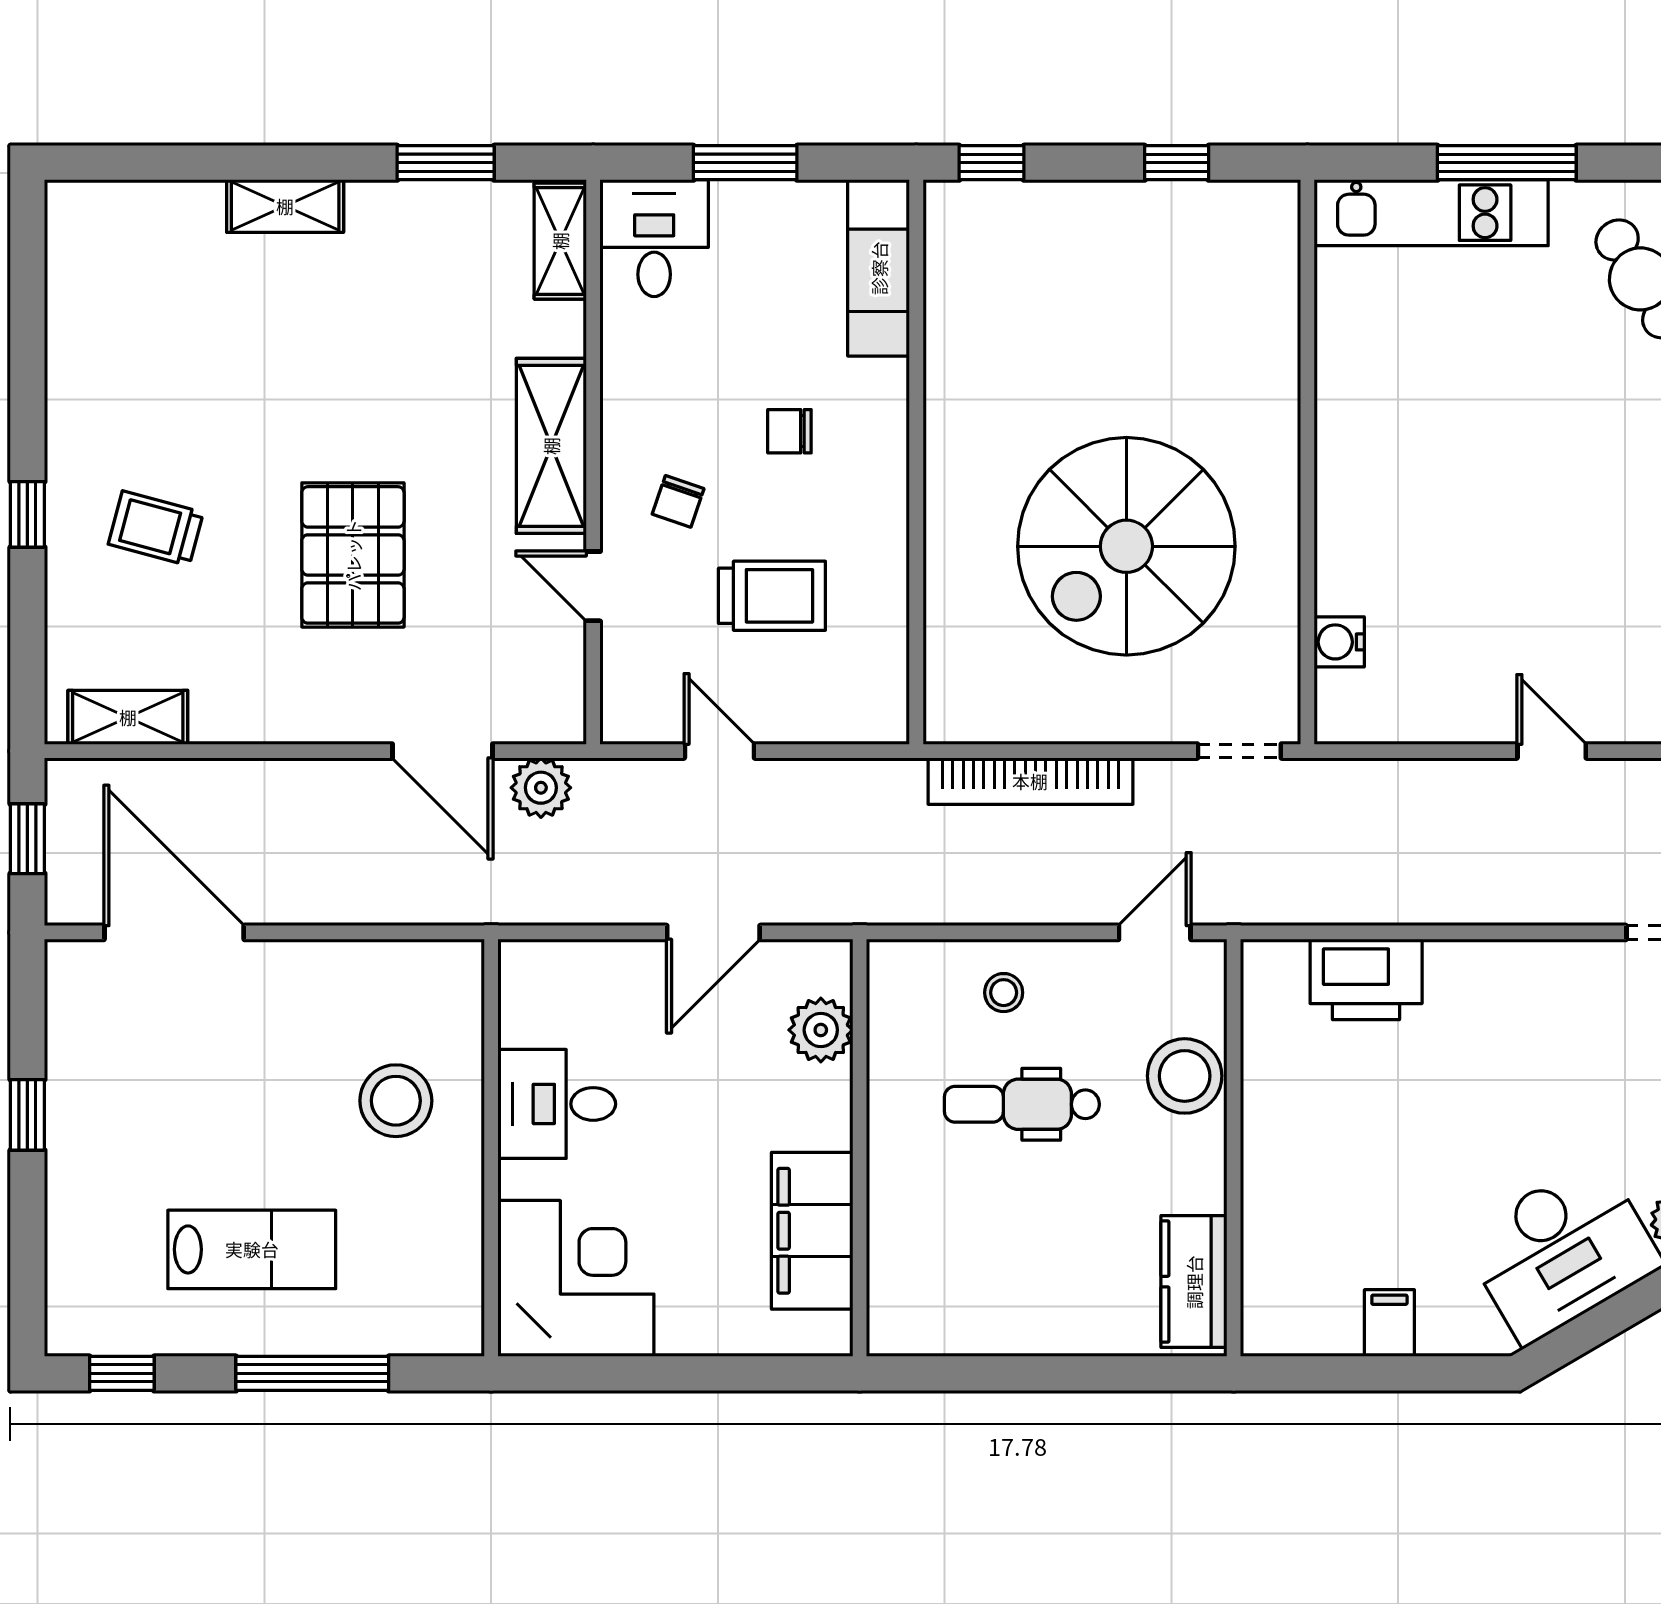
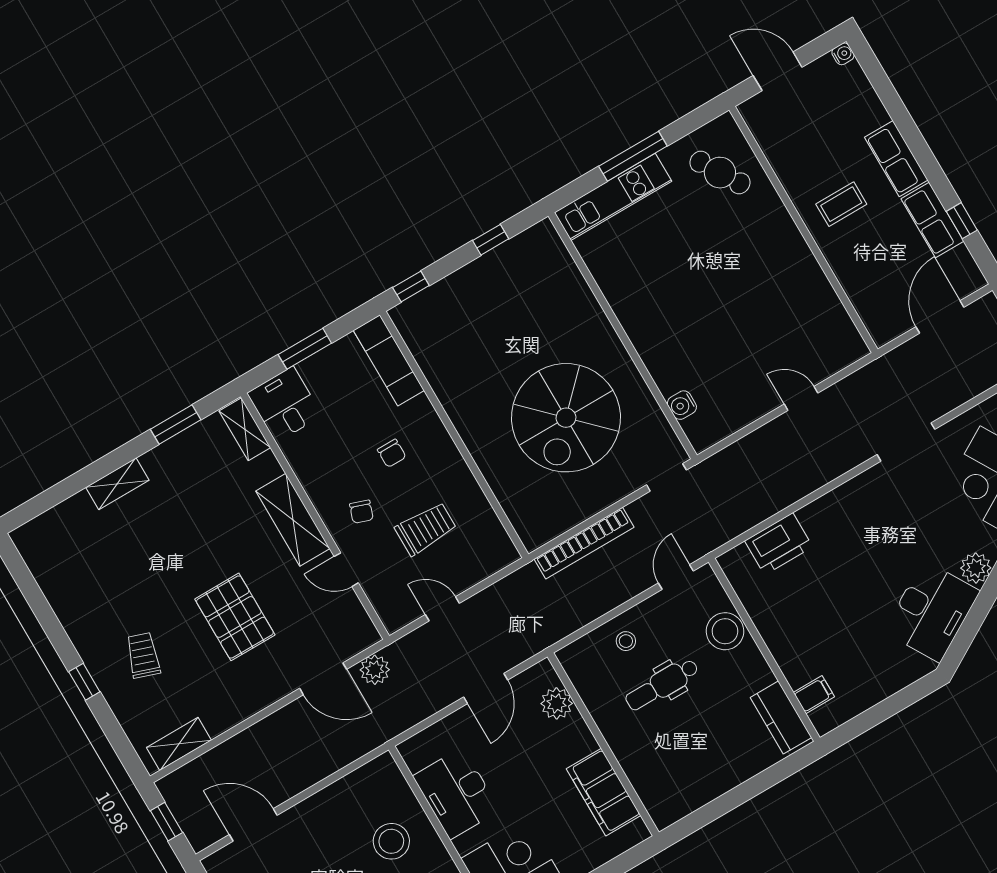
chair: (789, 431) -> (392, 453), turned -90
trolley: (156, 528) -> (143, 655), turned 94
door: (174, 932) -> (253, 825), width x0.73
desk: (557, 1104) -> (456, 793), width x1.37
filing cabinet: (1389, 1323) -> (814, 695), moved, turned 90

